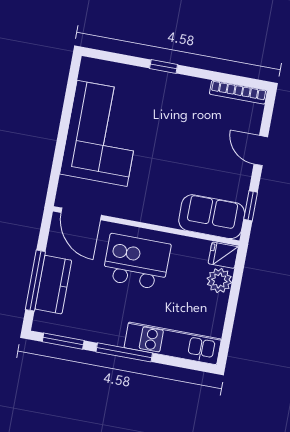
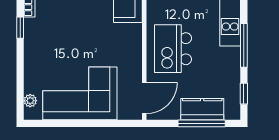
window: (164, 66) -> (20, 28), moved
plant: (104, 69) -> (30, 101), added
window: (63, 341) -> (244, 94), width x0.67

